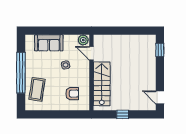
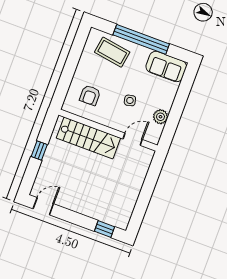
plant: (83, 40) -> (160, 117), moved
sofa: (49, 43) -> (166, 66), moved, turned -90

